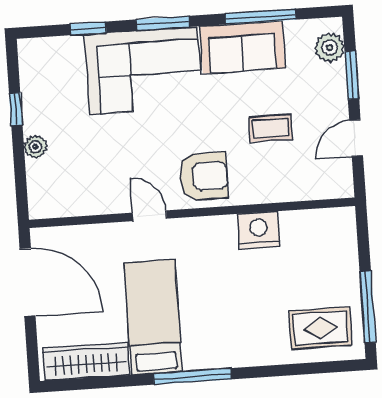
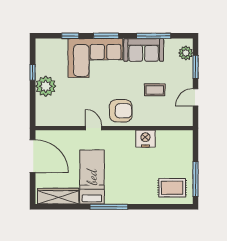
plant: (35, 147) -> (46, 86), width x1.87, depth x1.87

